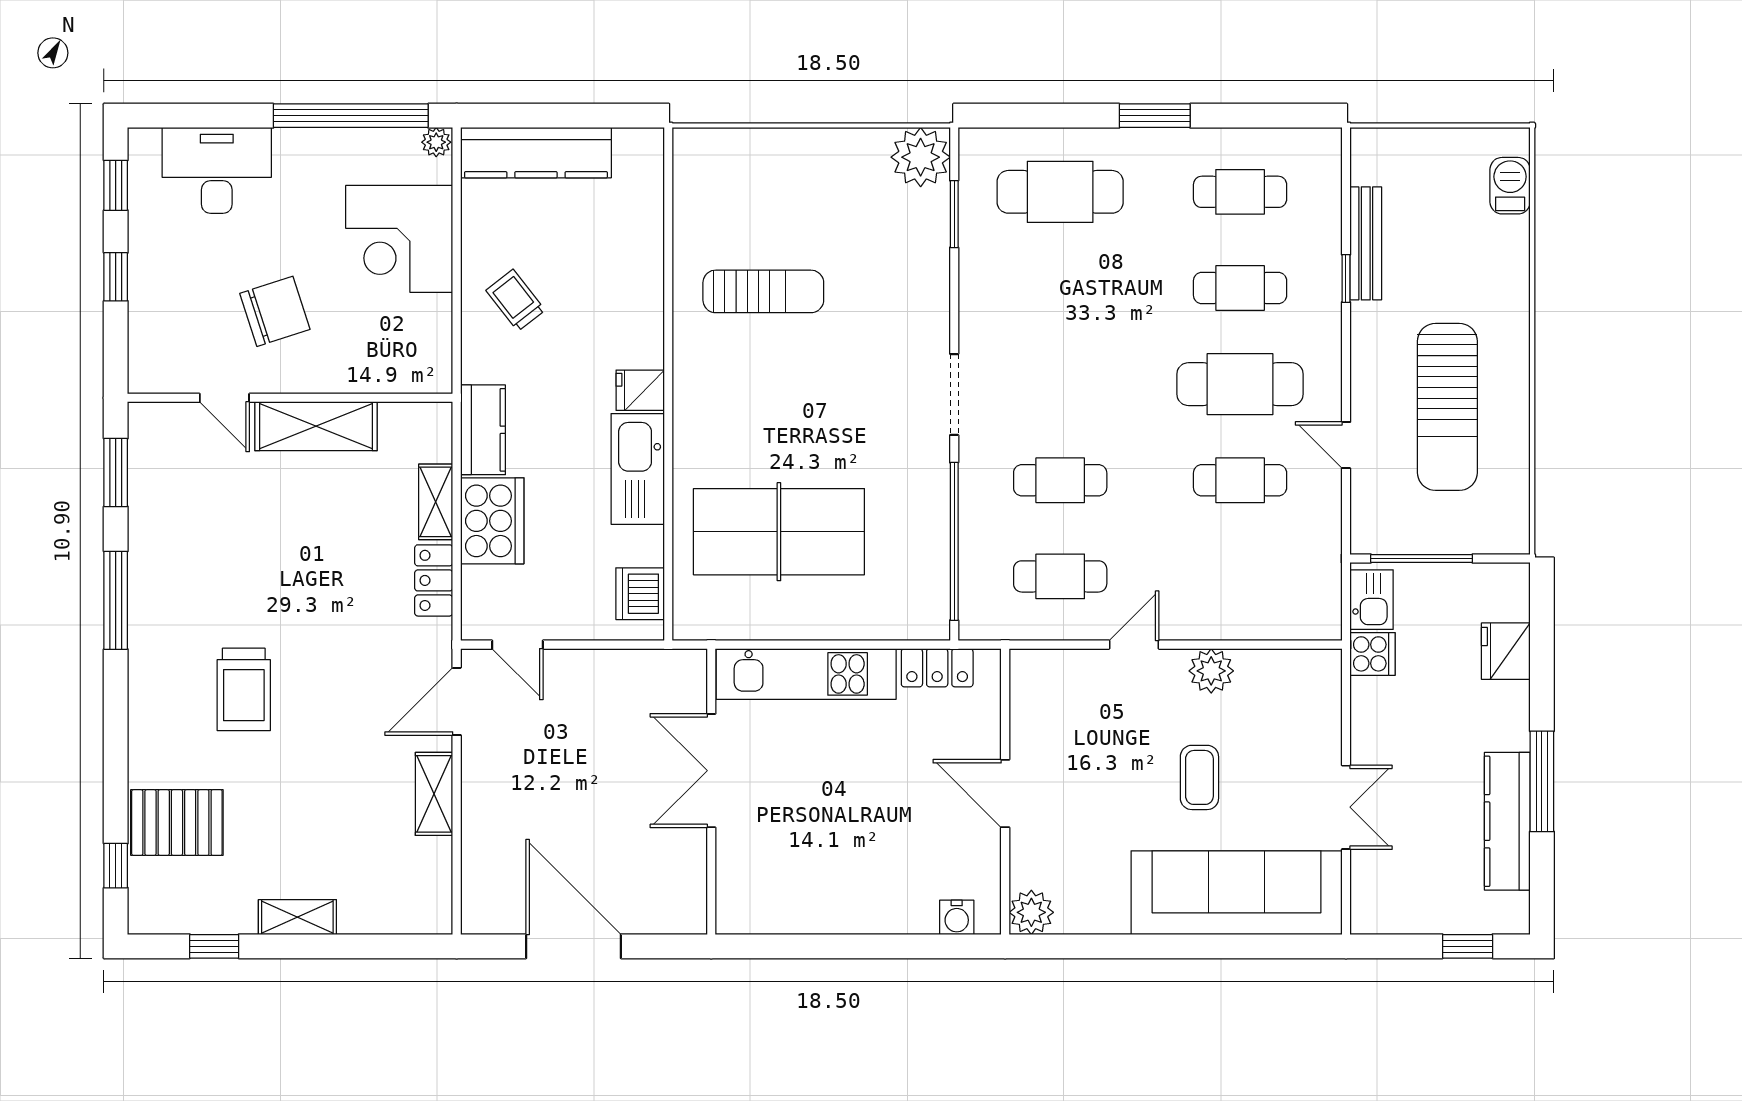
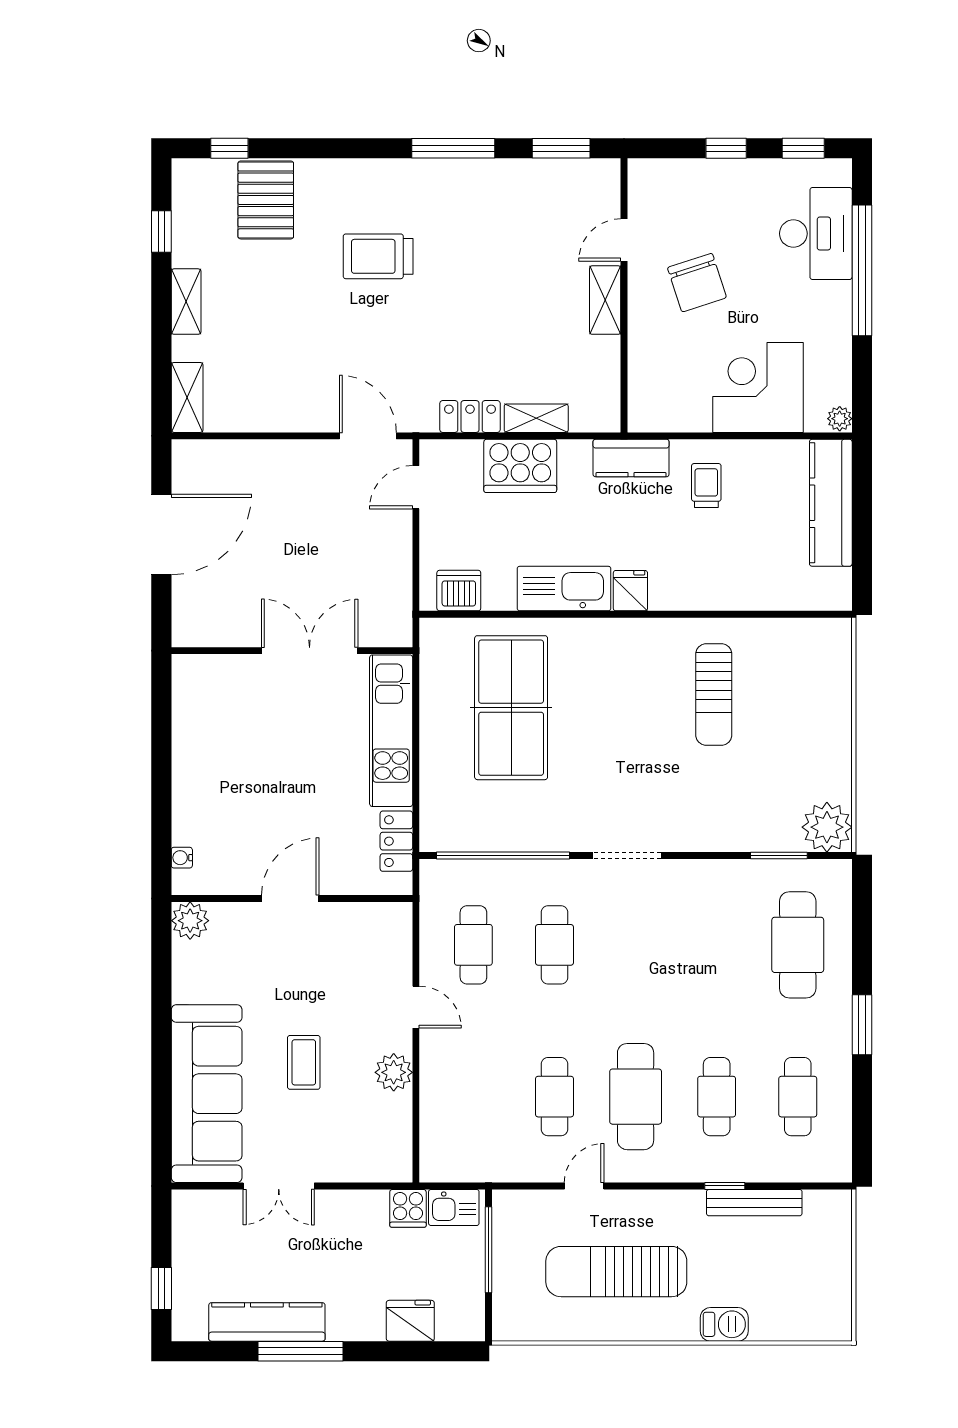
window: (351, 116) -> (862, 270), moved
barbecue: (1510, 186) -> (724, 1324), moved
trolley: (516, 300) -> (706, 486), turned -52
shelving: (316, 426) -> (605, 300), width x0.67, depth x0.75
kitchen counter: (483, 430) -> (631, 458), moved
coffee table: (1199, 777) -> (304, 1062), turned 90
shelving: (434, 794) -> (187, 397), moved, turned 90
water cooler: (957, 917) -> (182, 858), width x0.72, depth x0.72

